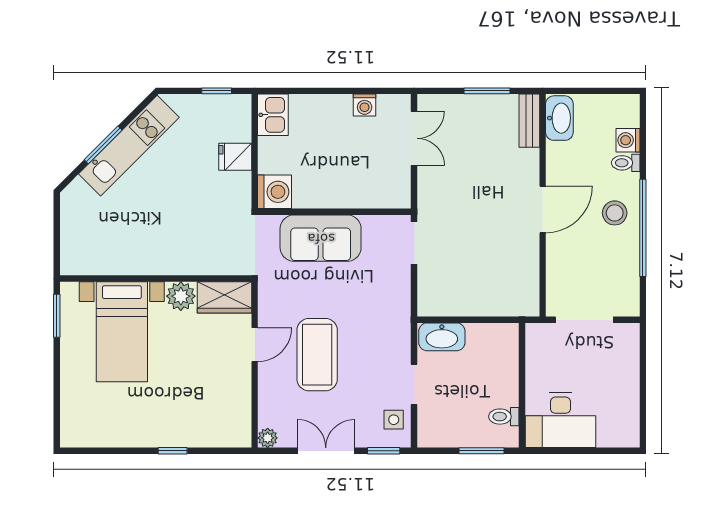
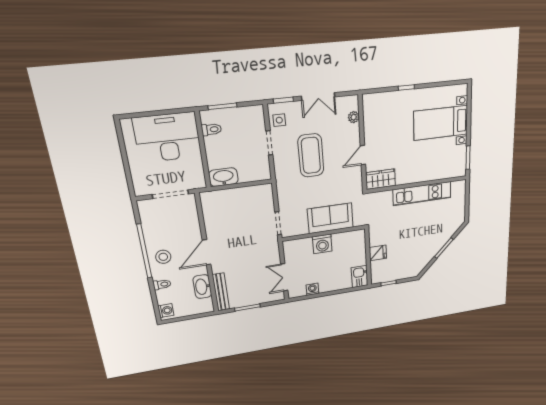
washbasin: (559, 118) -> (202, 287), moved
bench: (529, 121) -> (221, 292), width x1.36
washing machine: (628, 140) -> (166, 311), moved
kitchen unit: (129, 146) -> (422, 194), moved, turned -135
washing machine: (275, 192) -> (322, 244), moved, turned -90
plant: (181, 296) -> (404, 177), removed
bed with nightstands: (122, 332) -> (441, 123), moved, turned -90
washbasin: (442, 337) -> (223, 177), moved
coffee table: (317, 355) -> (311, 155), moved
desk: (560, 420) -> (167, 137), width x1.36, depth x1.30
plant: (268, 438) -> (354, 117), moved

